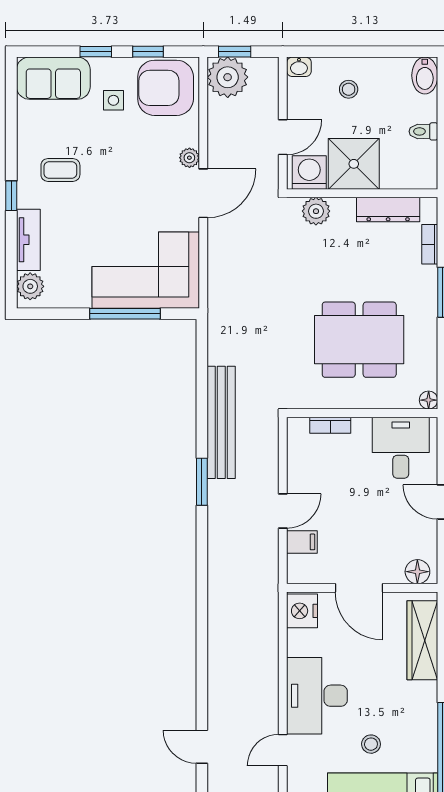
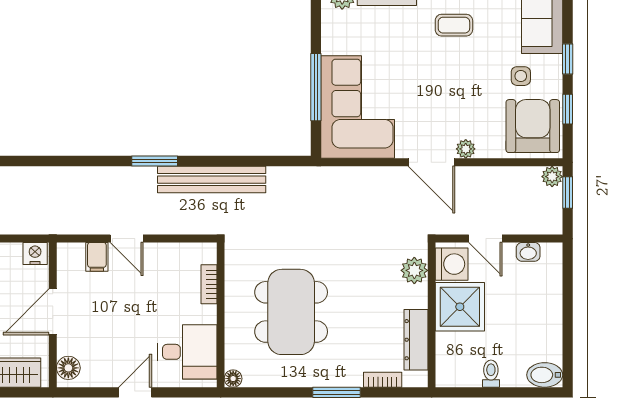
washbasin: (299, 67) -> (528, 252), moved, turned -90
plant: (228, 77) -> (552, 177), width x0.53, depth x0.53
stool: (349, 89) -> (531, 302), removed
coffee table: (60, 170) -> (454, 25), turned 90
nightstand: (302, 611) -> (35, 253), width x0.74, depth x0.75

